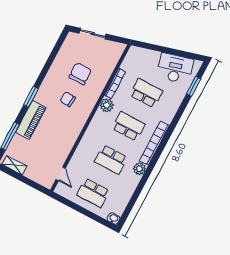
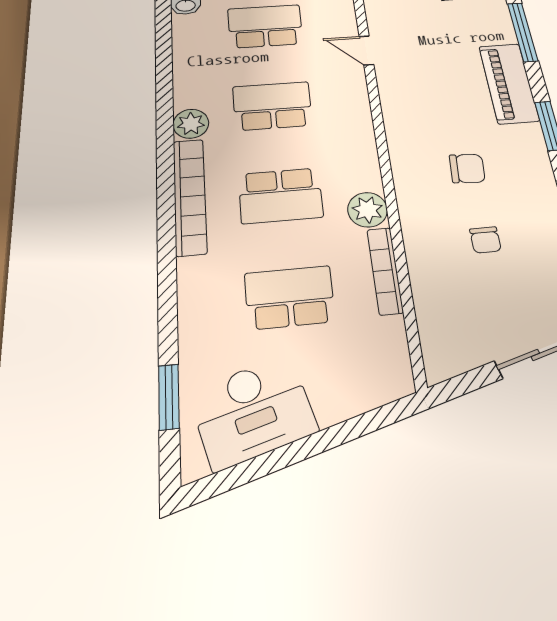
chair: (80, 74) -> (485, 240), width x0.54, depth x0.54
school desk: (146, 93) -> (290, 297), turned 180
door: (61, 174) -> (366, 50), moved

